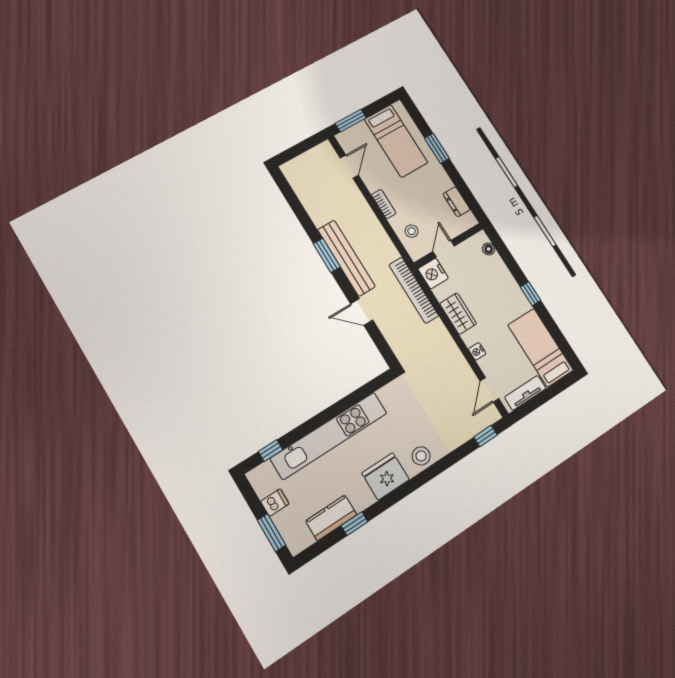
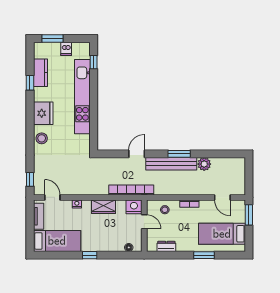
plant: (320, 215) -> (204, 164), added

